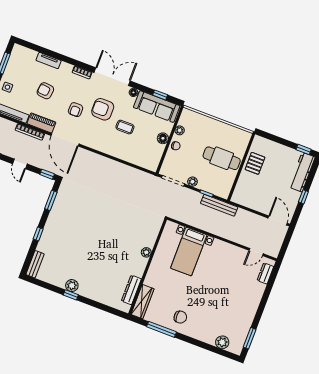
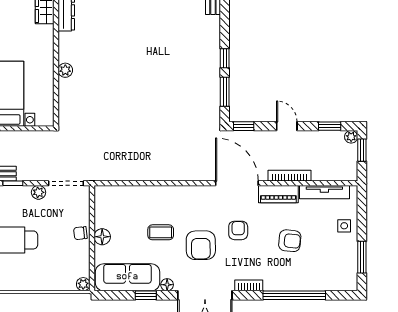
window: (56, 55) -> (294, 295), added
tv unit: (49, 61) -> (301, 284), removed
window: (160, 95) -> (146, 295), moved
armchair: (103, 109) -> (201, 245), turned 89
plant: (180, 130) -> (83, 284), moved
window: (38, 234) -> (225, 58), moved

